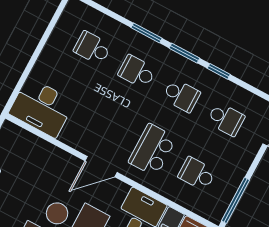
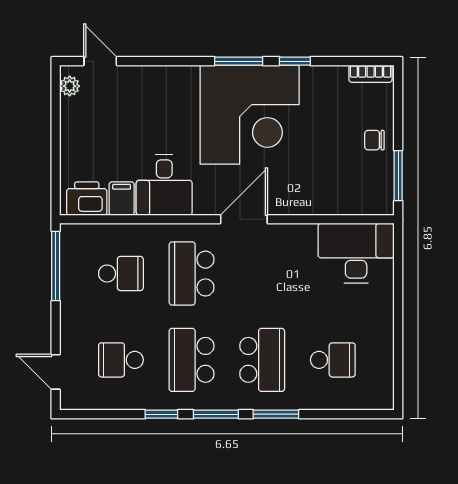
school desk: (137, 72) -> (262, 360), width x1.85
school desk: (181, 96) -> (192, 360), width x1.85
school desk: (152, 150) -> (192, 274), turned 180

